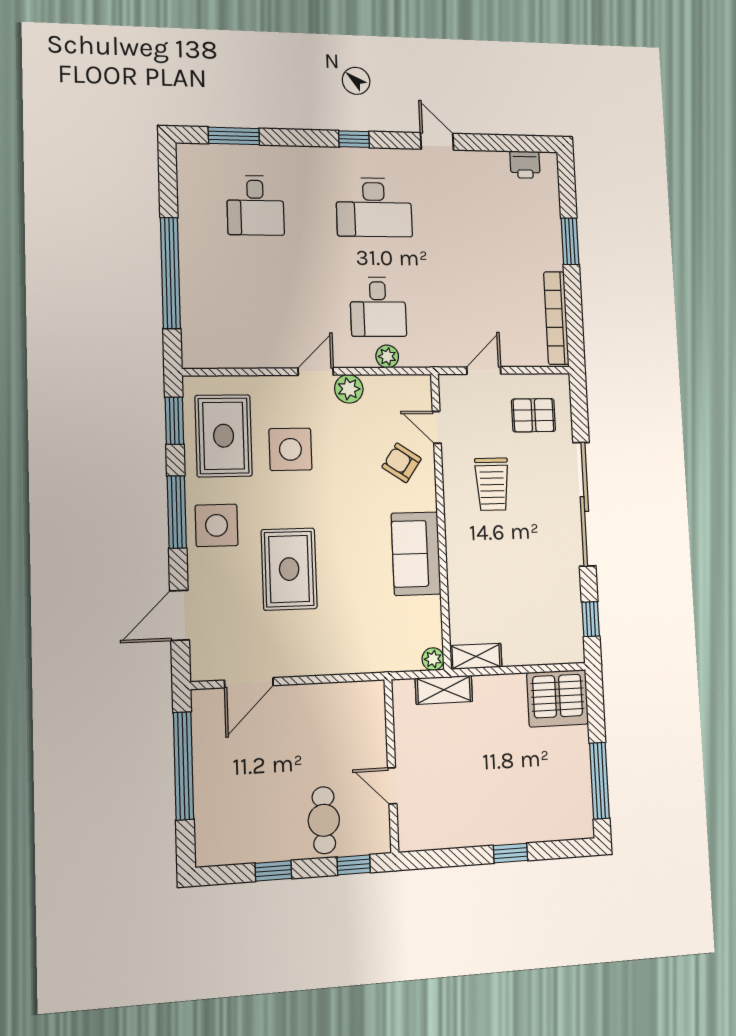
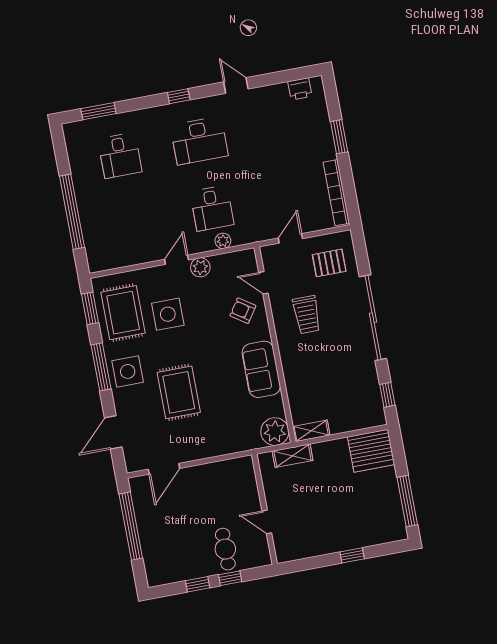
plant: (433, 659) -> (275, 432), width x1.88, depth x1.88
window: (354, 865) -> (230, 578), moved

